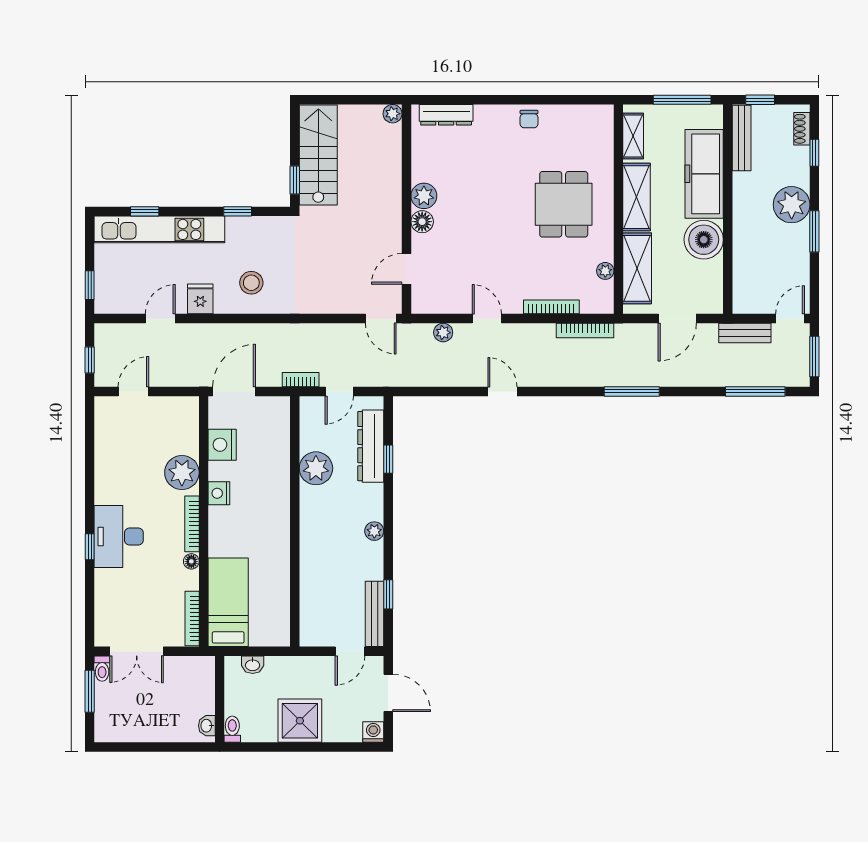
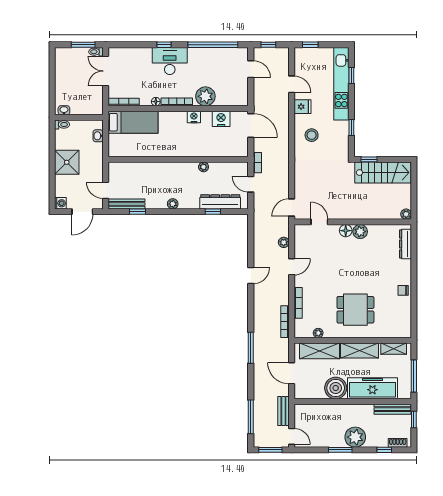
window: (90, 459) -> (213, 45), added
plant: (316, 468) -> (204, 167), width x0.53, depth x0.53

